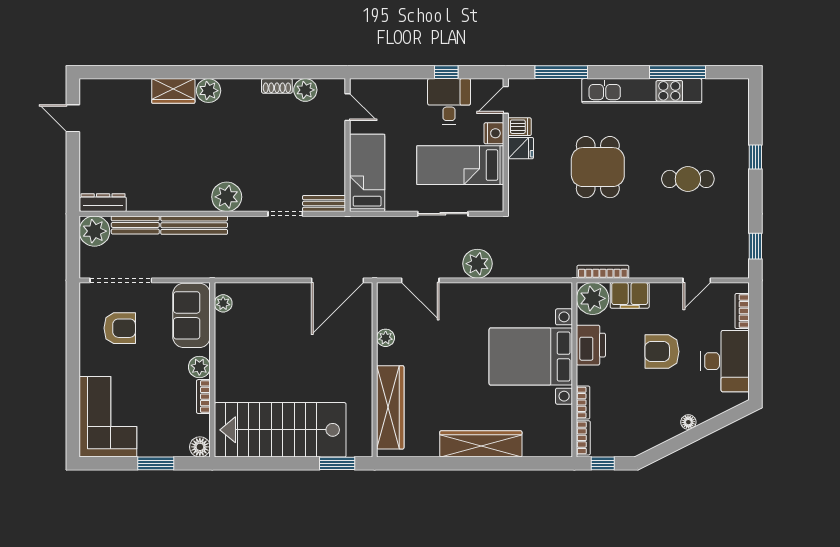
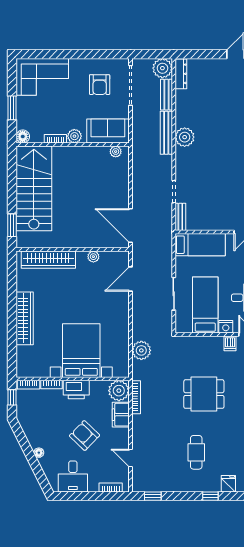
fridge: (521, 148) -> (228, 484), moved, turned 180
plant: (227, 197) -> (185, 137), moved
plant: (477, 264) -> (141, 350), moved
printer: (591, 345) -> (76, 390), moved
armchair: (662, 352) -> (85, 436), turned -46
desk: (725, 361) -> (73, 476), width x0.73

